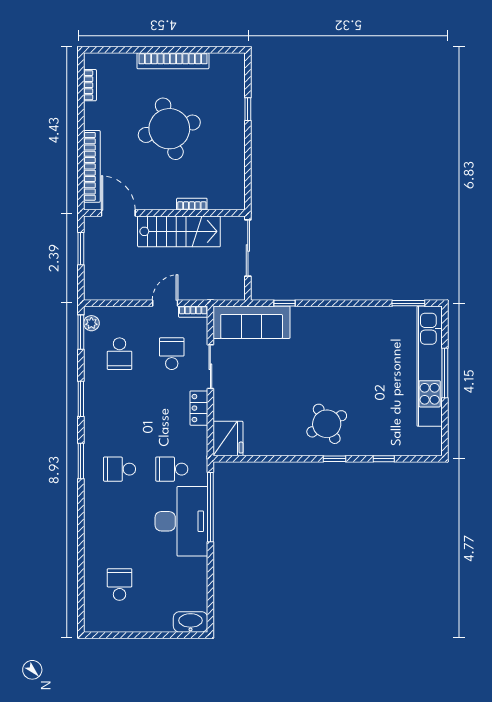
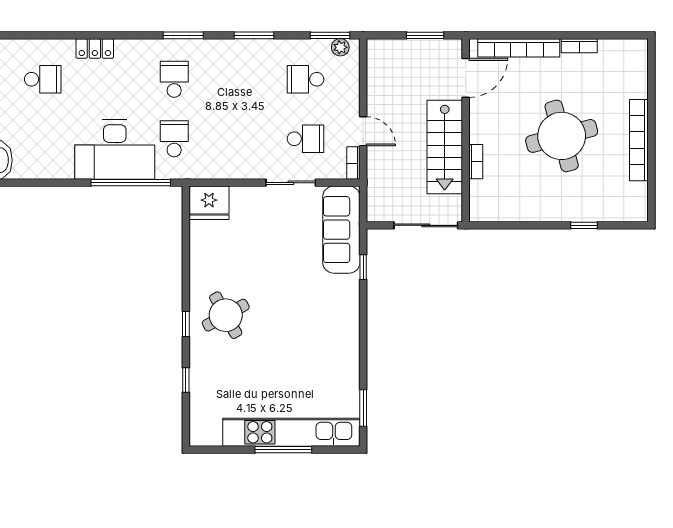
bookcase: (90, 85) -> (579, 46), moved
locker: (199, 408) -> (95, 48), moved, turned 180

